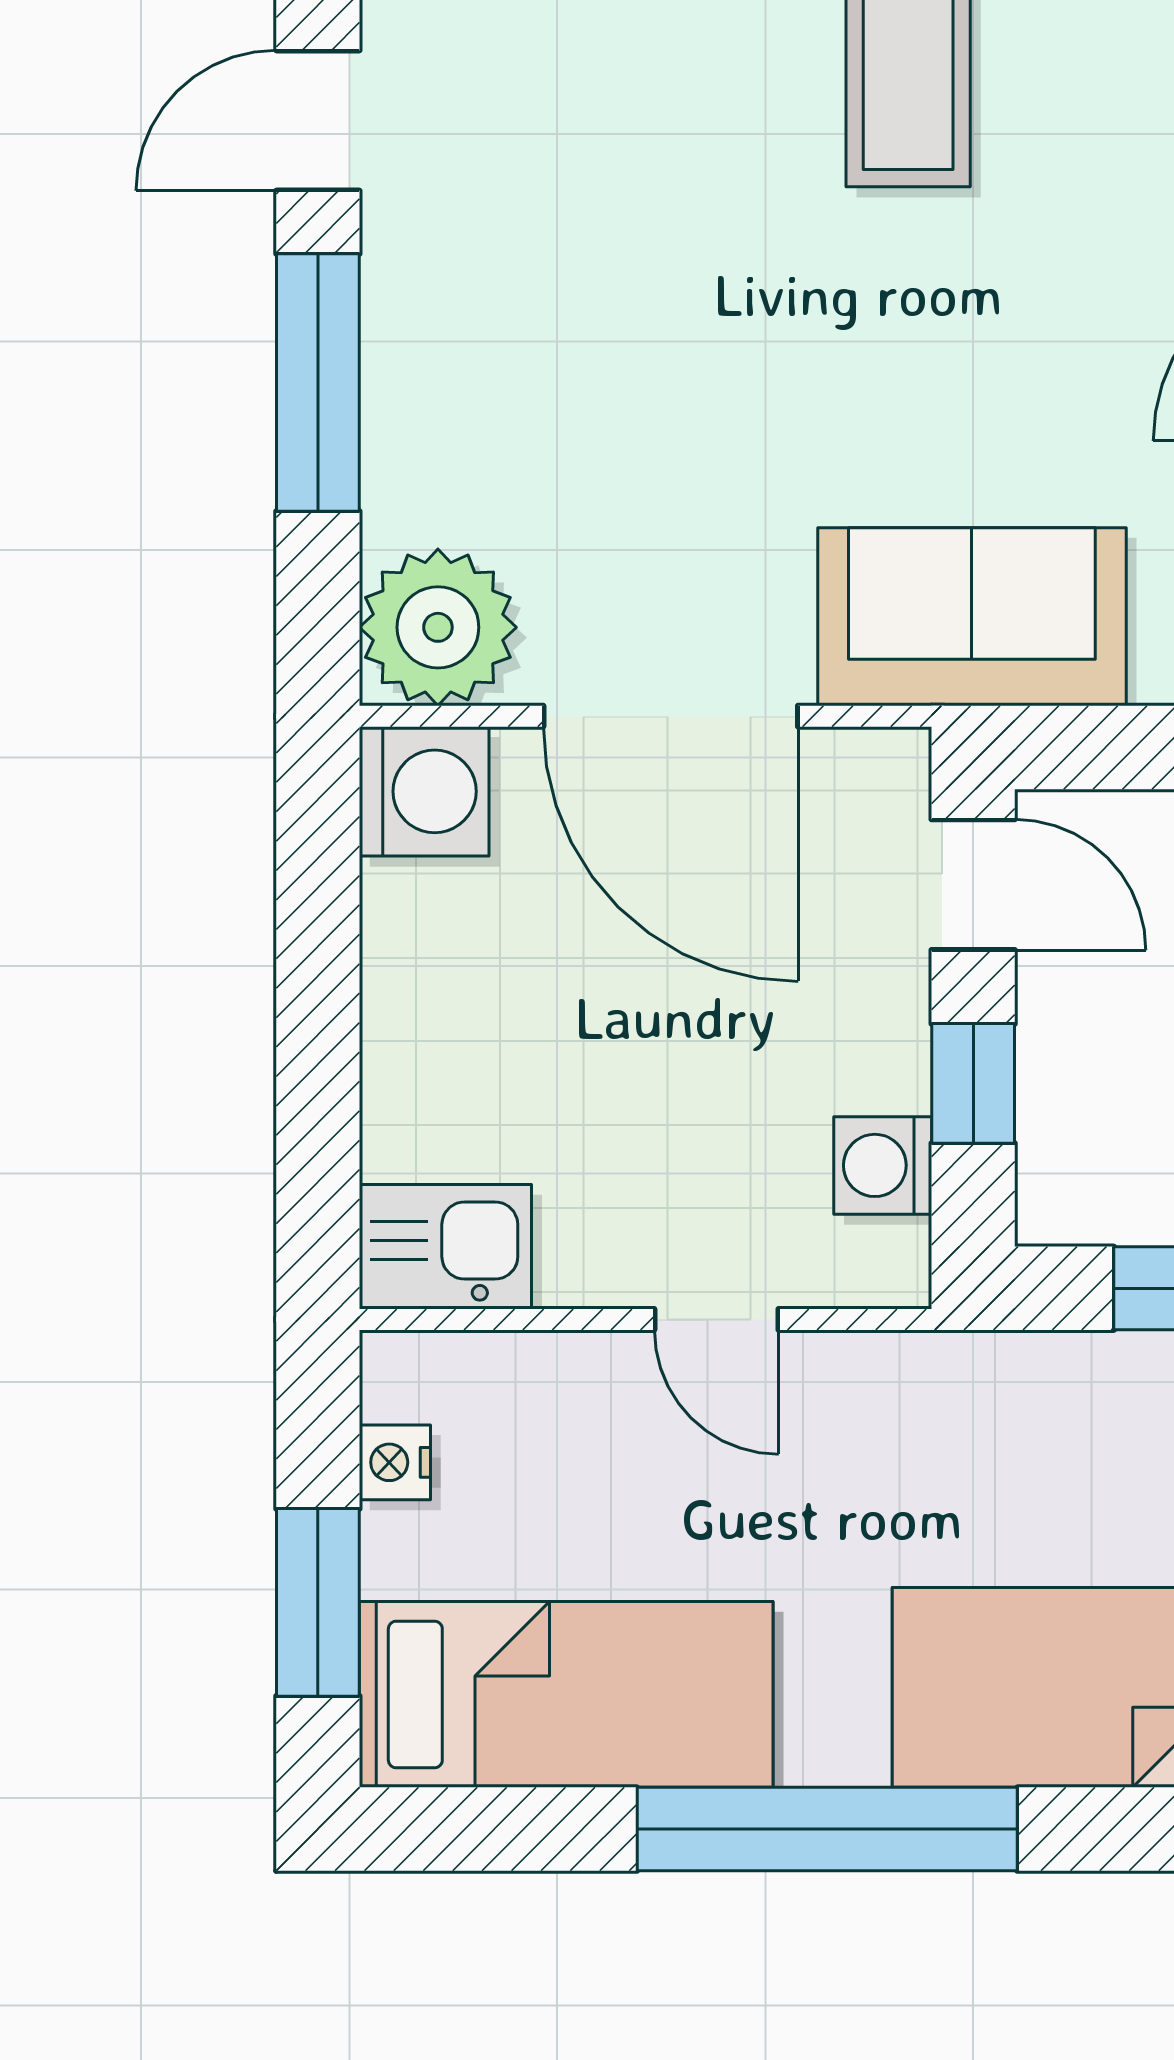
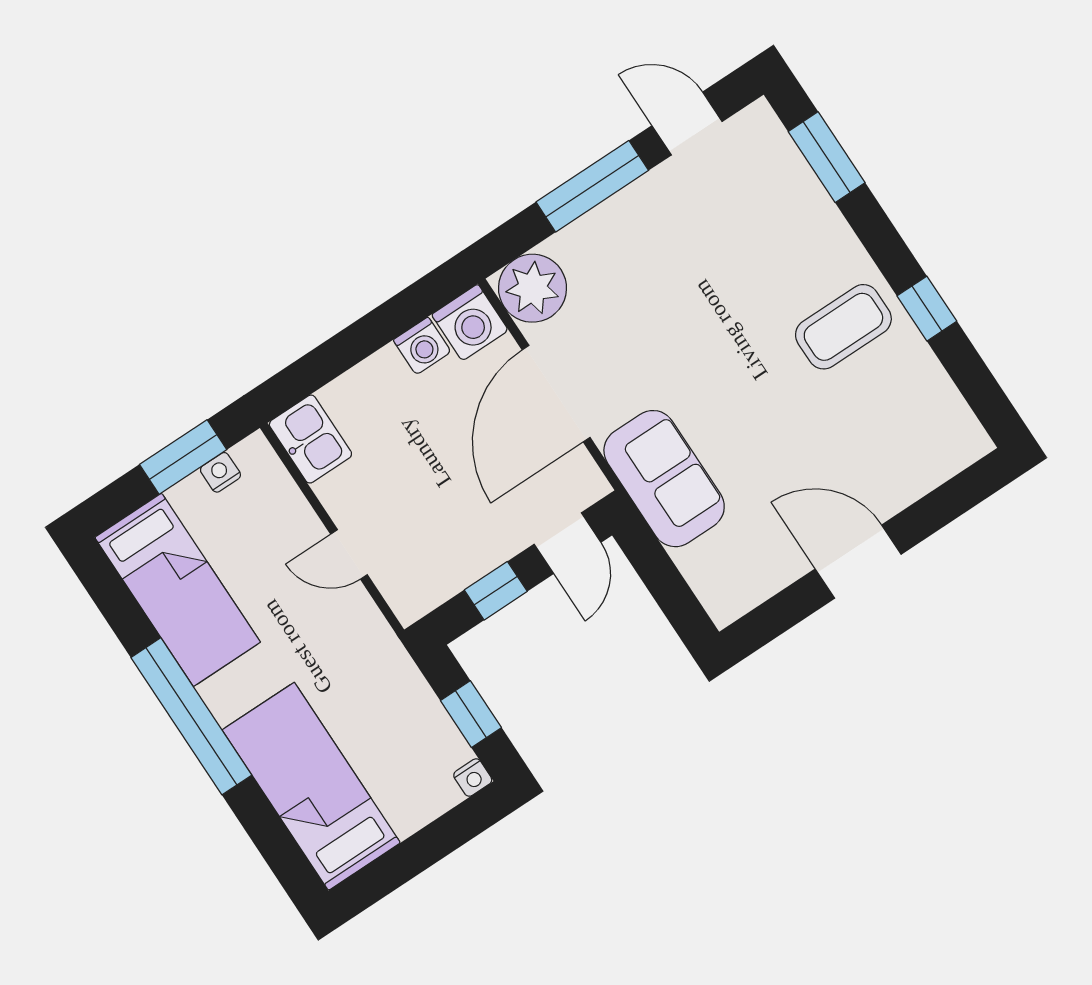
washing machine: (883, 1165) -> (422, 346), moved, turned 180
door: (716, 1319) -> (349, 554), hinge flipped
window: (318, 1602) -> (183, 457), moved

